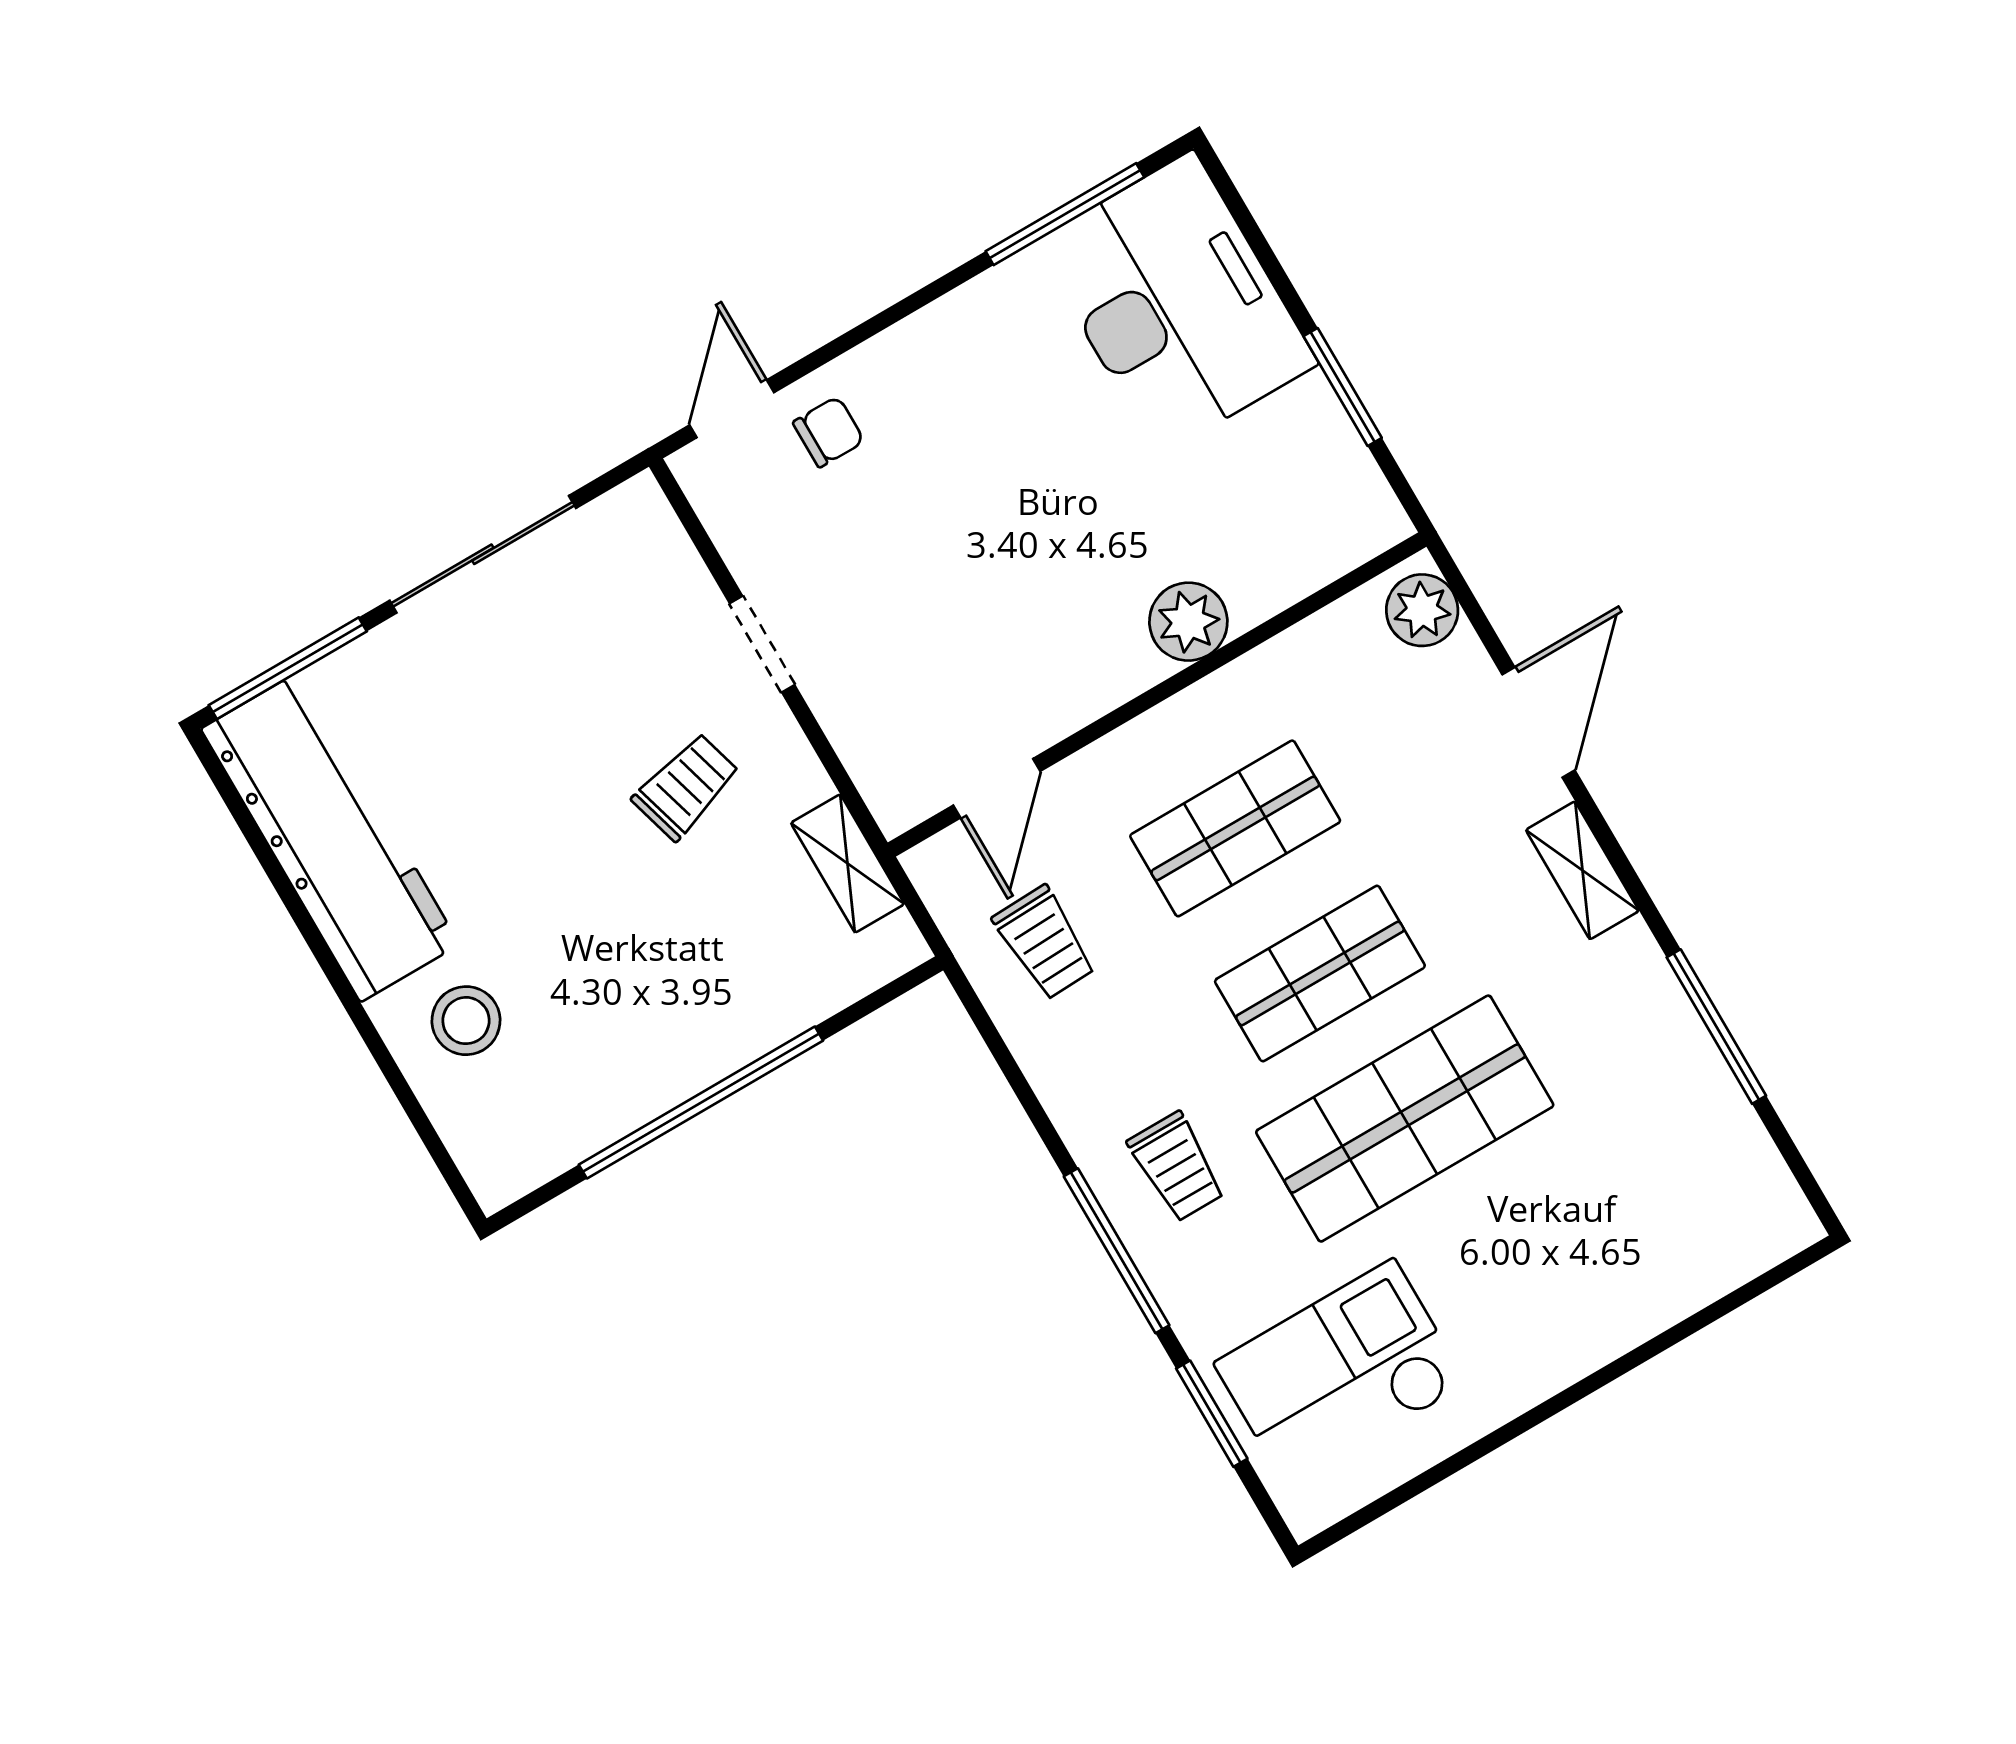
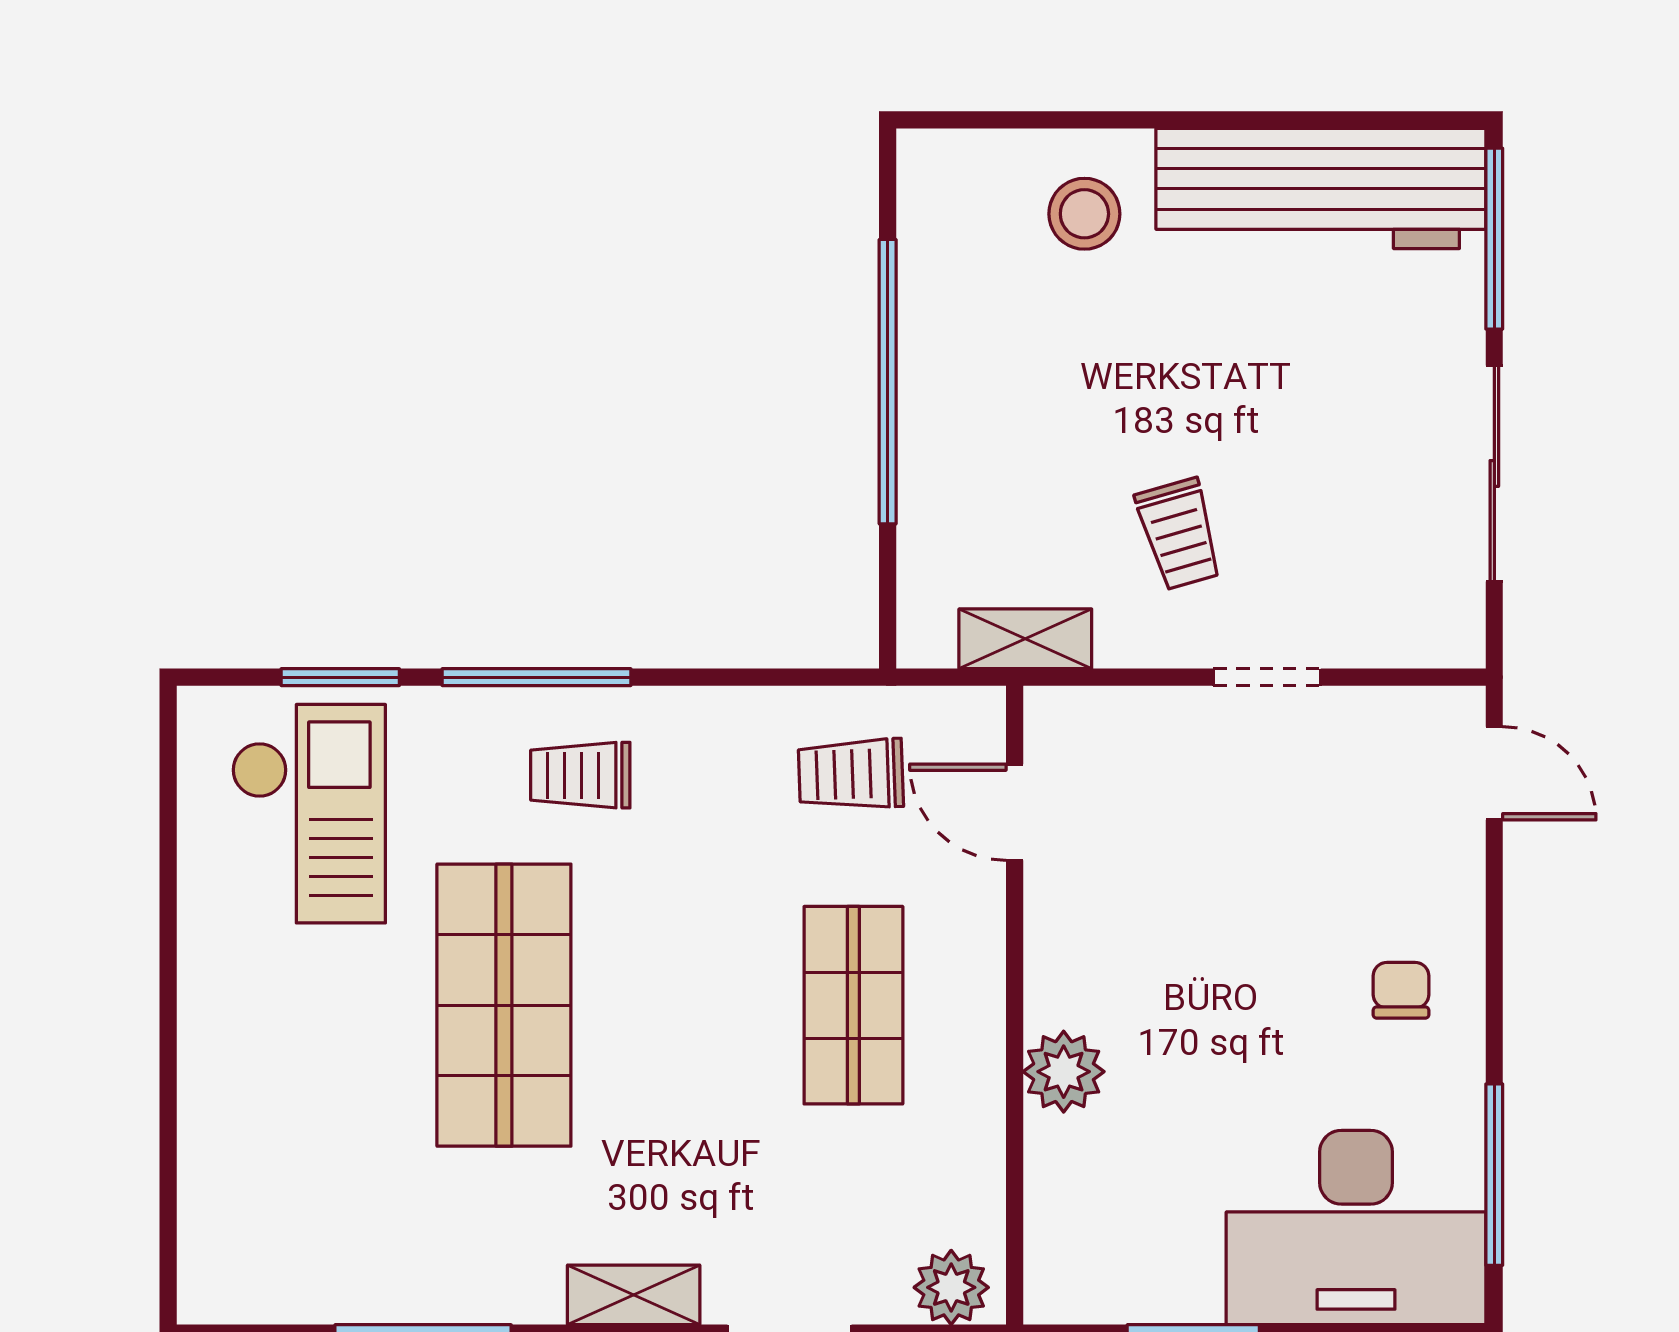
chair: (829, 432) -> (1401, 990), moved, turned 180
shop shelf: (1320, 973) -> (679, 1005), removed

